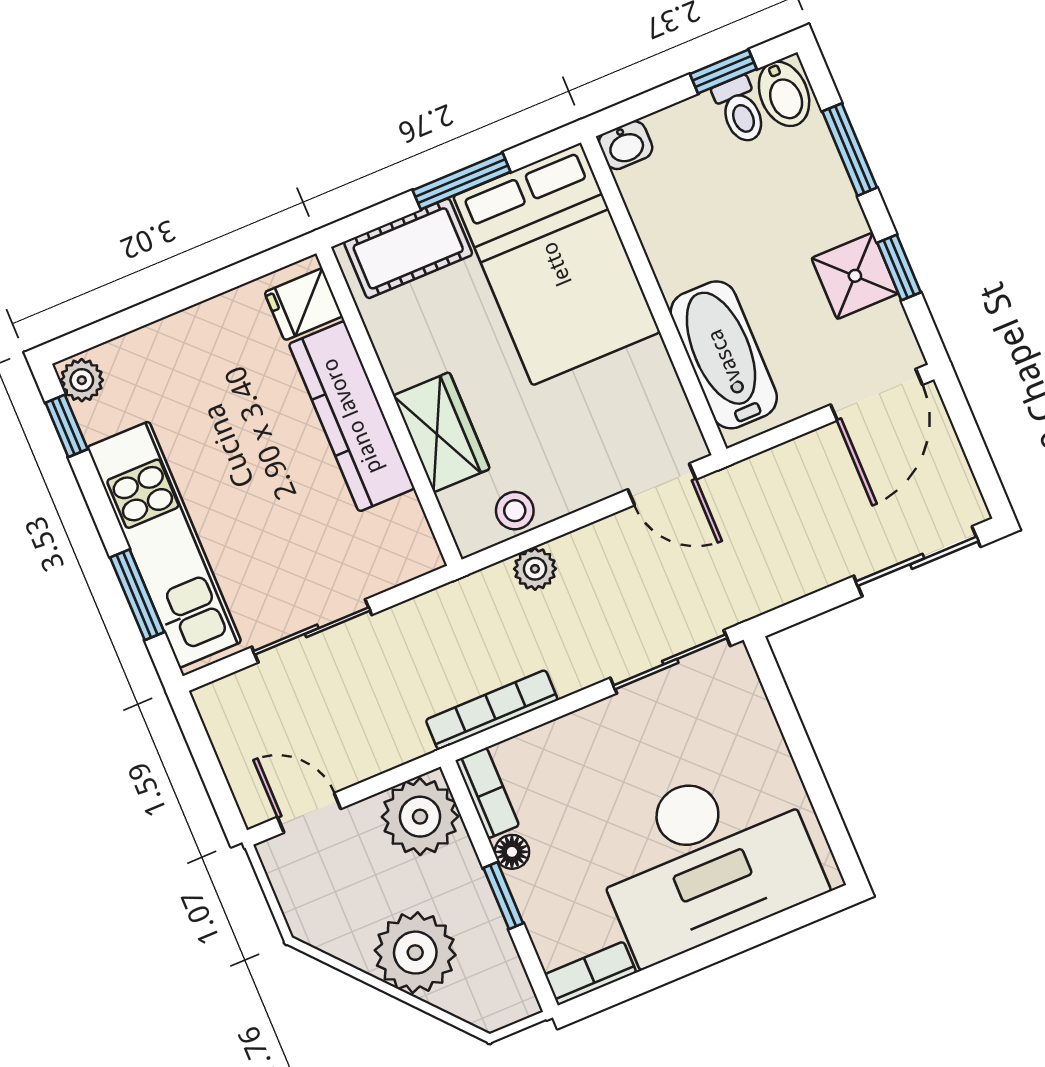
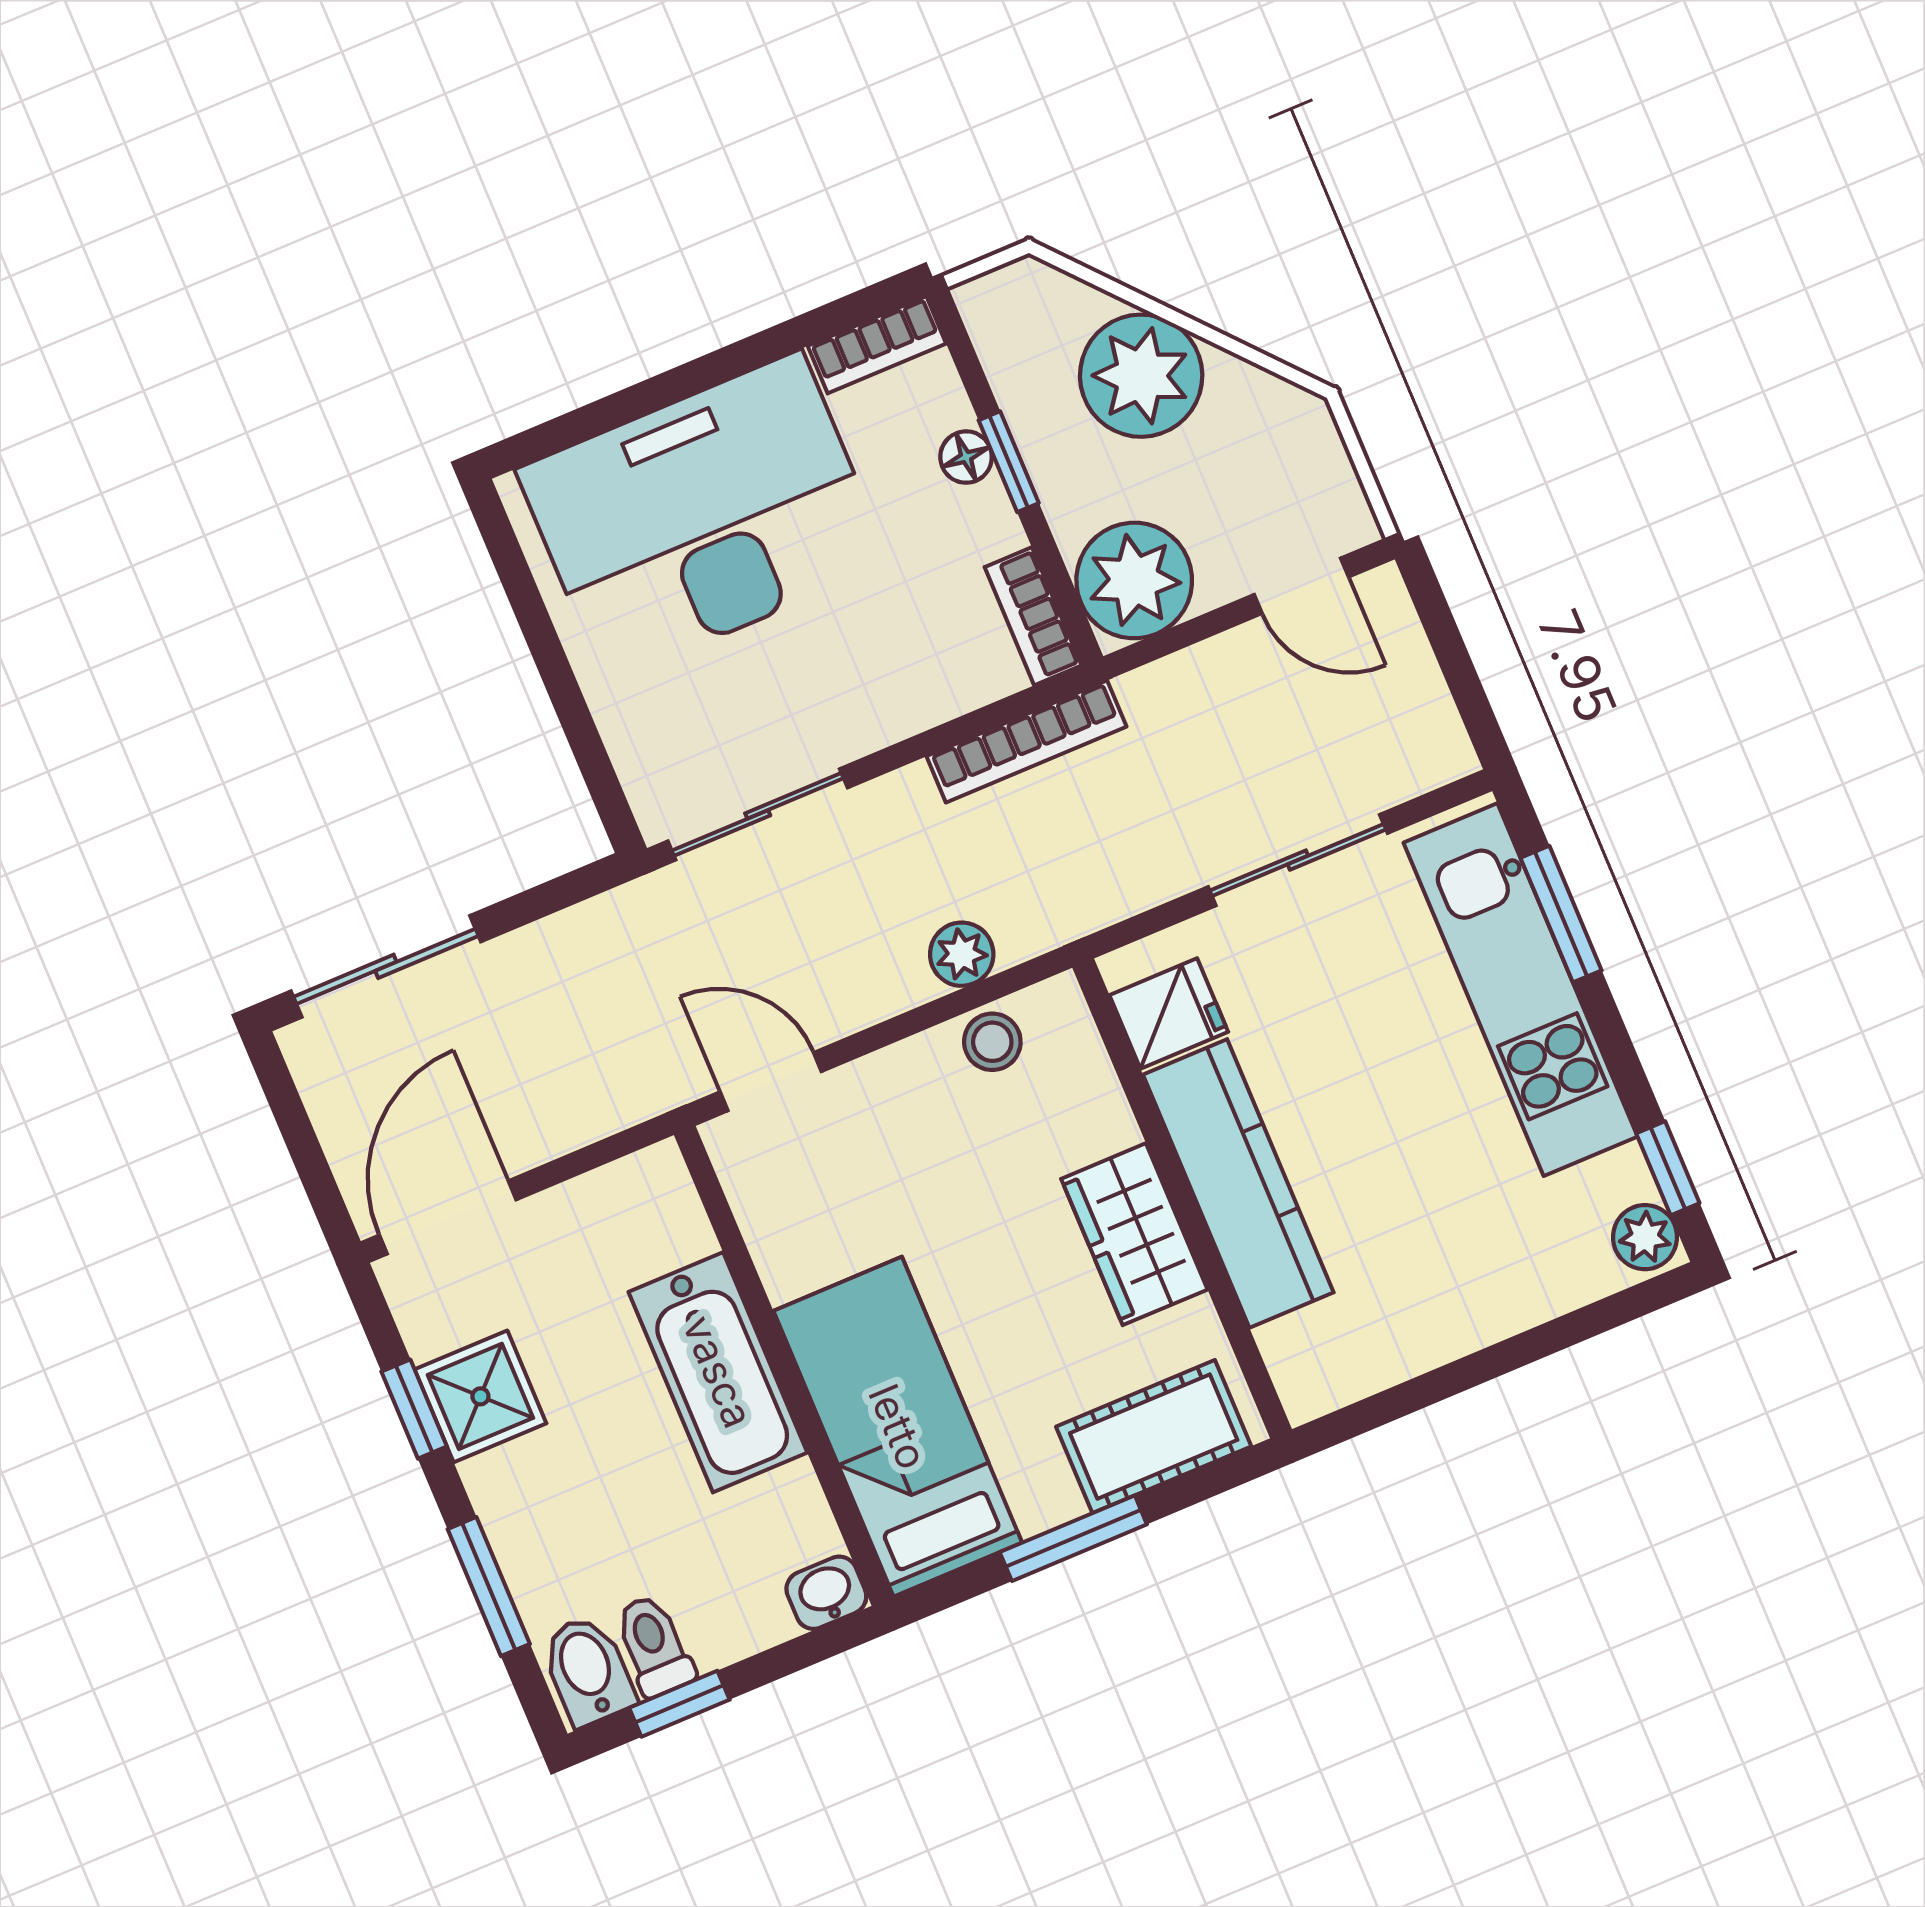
bed: (557, 264) -> (898, 1427), width x0.67
fridge: (304, 304) -> (1169, 1013), moved
bathtub: (724, 355) -> (718, 1372), moved
wardrobe: (441, 432) -> (1134, 1234), moved
floor lamp: (512, 852) -> (966, 457), moved

